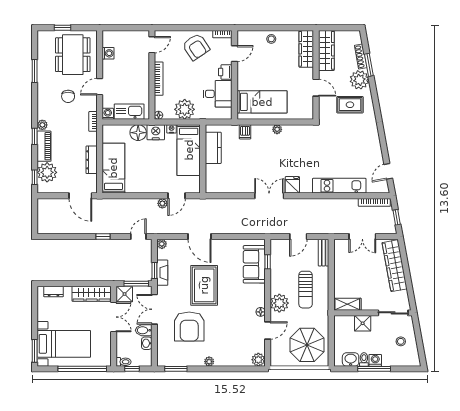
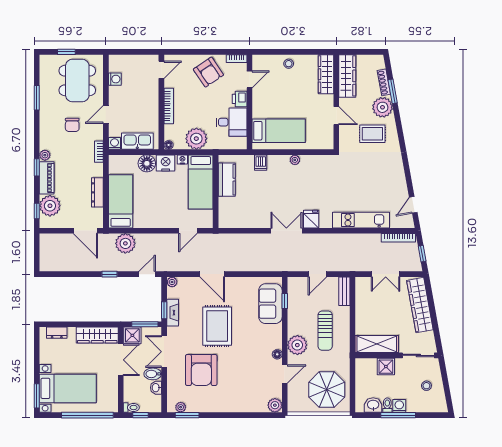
plant: (162, 203) -> (125, 243), moved, width x1.88, depth x1.88
shelving: (347, 304) -> (377, 344), width x1.50, depth x1.33
plant: (209, 362) -> (181, 407), moved

